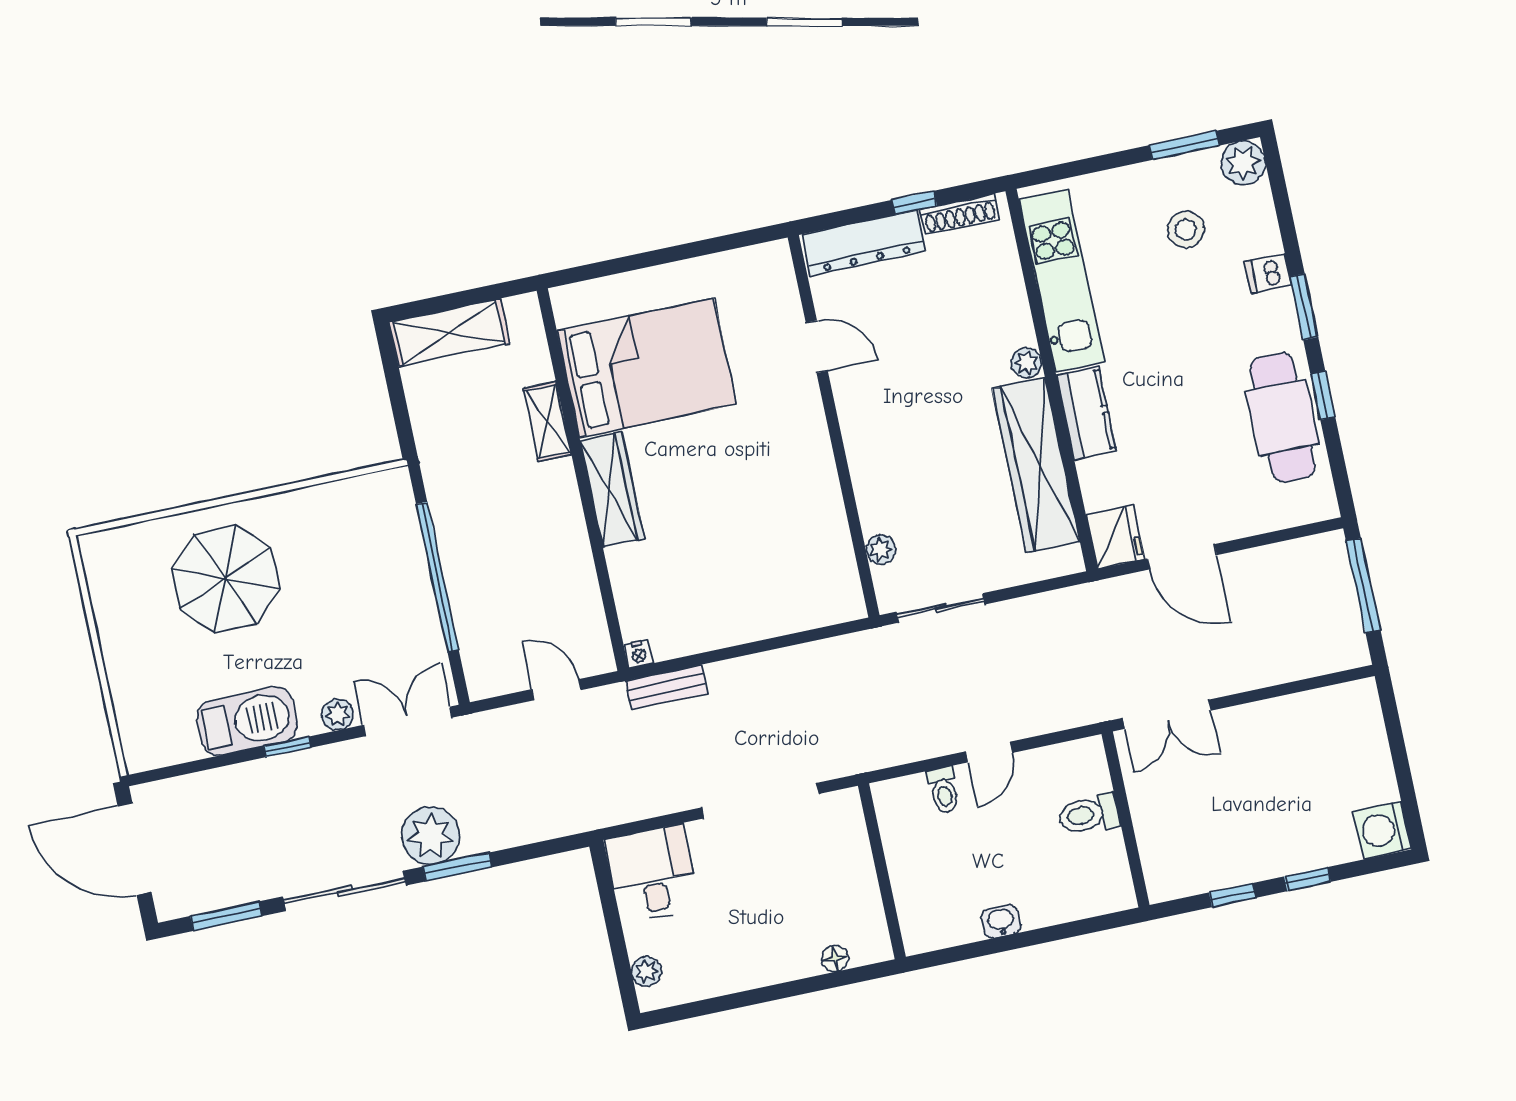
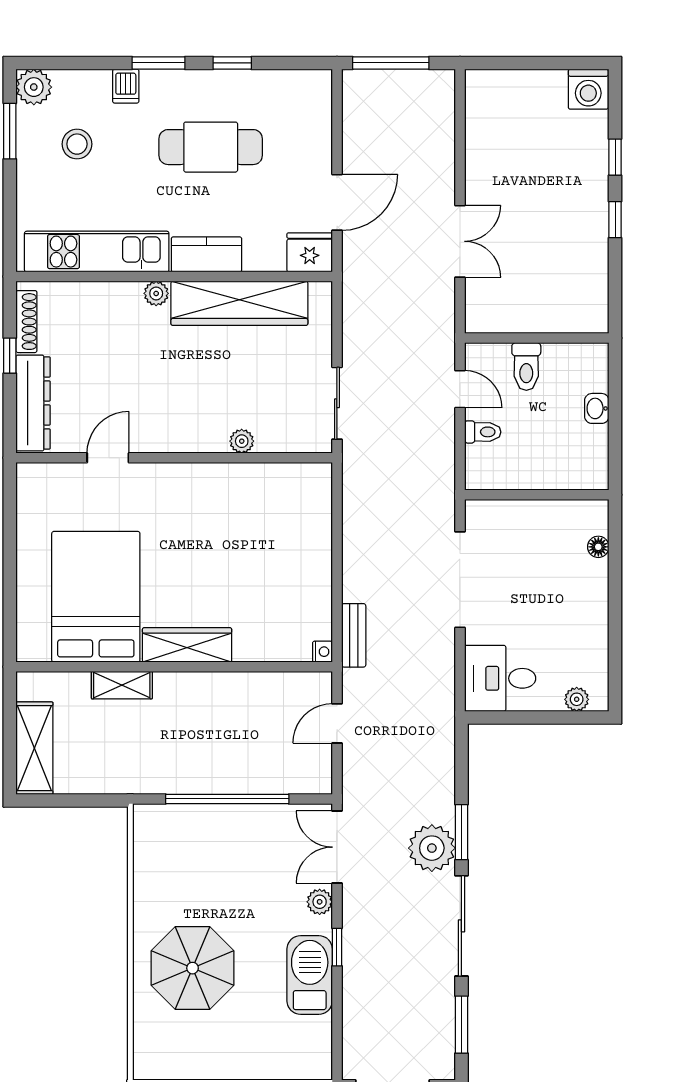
cafe table: (1283, 417) -> (211, 147), moved
plant: (881, 550) -> (242, 441), moved
toilet: (1089, 814) -> (526, 366), moved
wall: (1126, 819) -> (537, 338), moved

